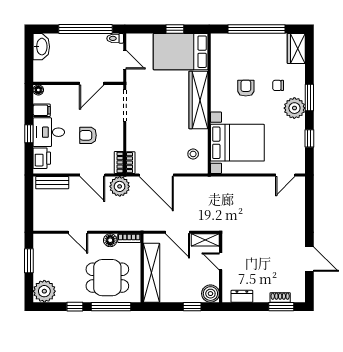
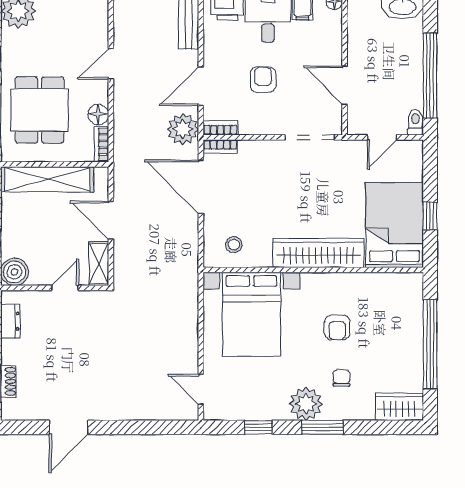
armchair: (246, 88) -> (337, 327), turned 90
door: (156, 175) -> (201, 187), hinge flipped
door: (178, 232) -> (111, 220), hinge flipped

